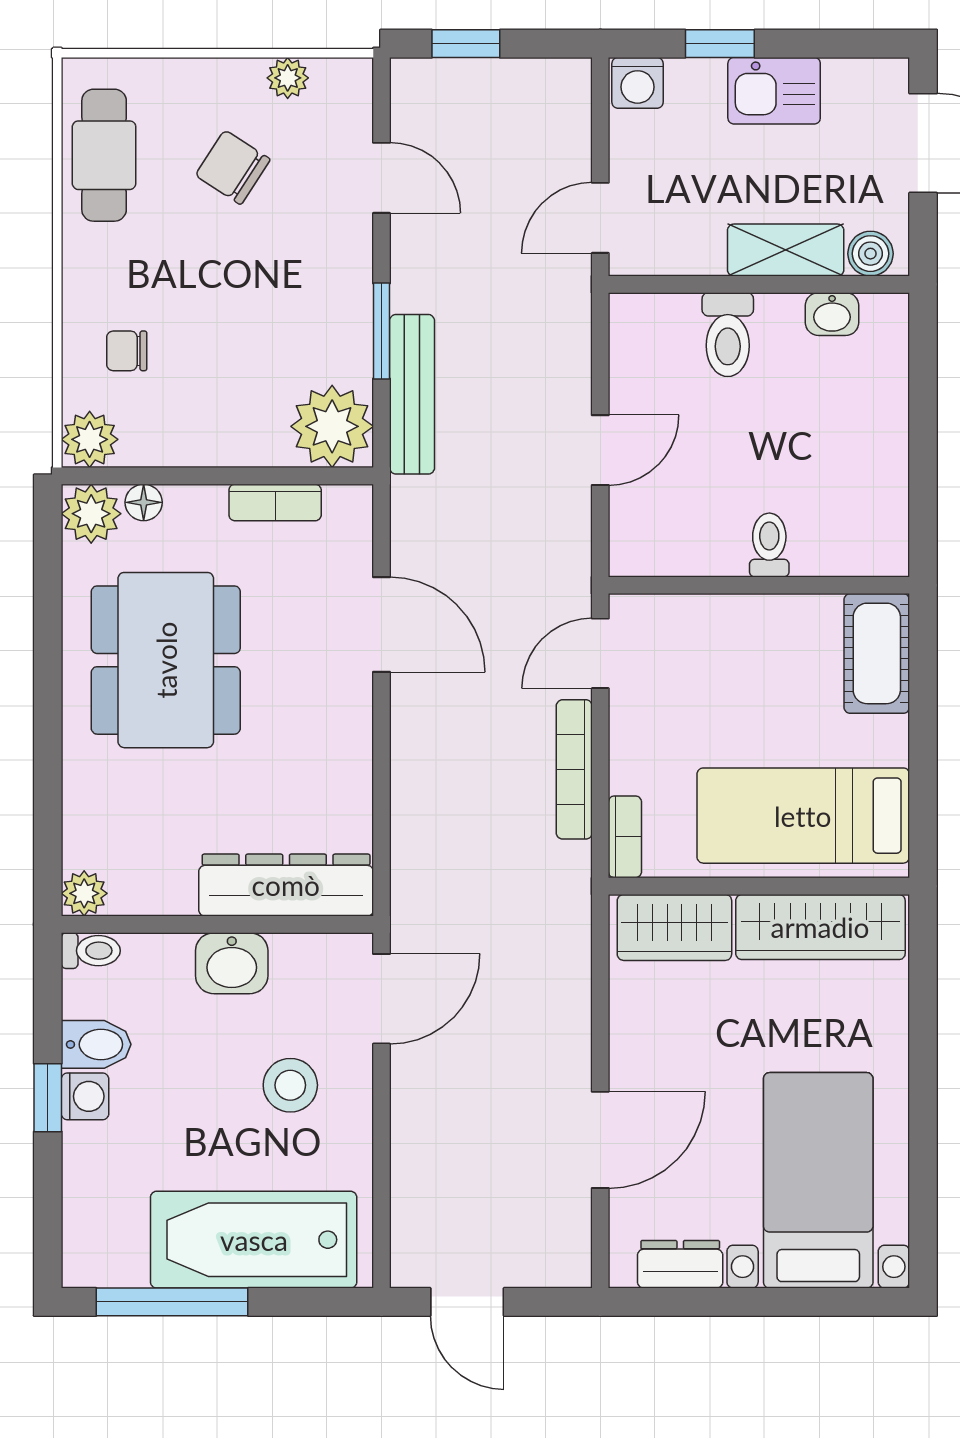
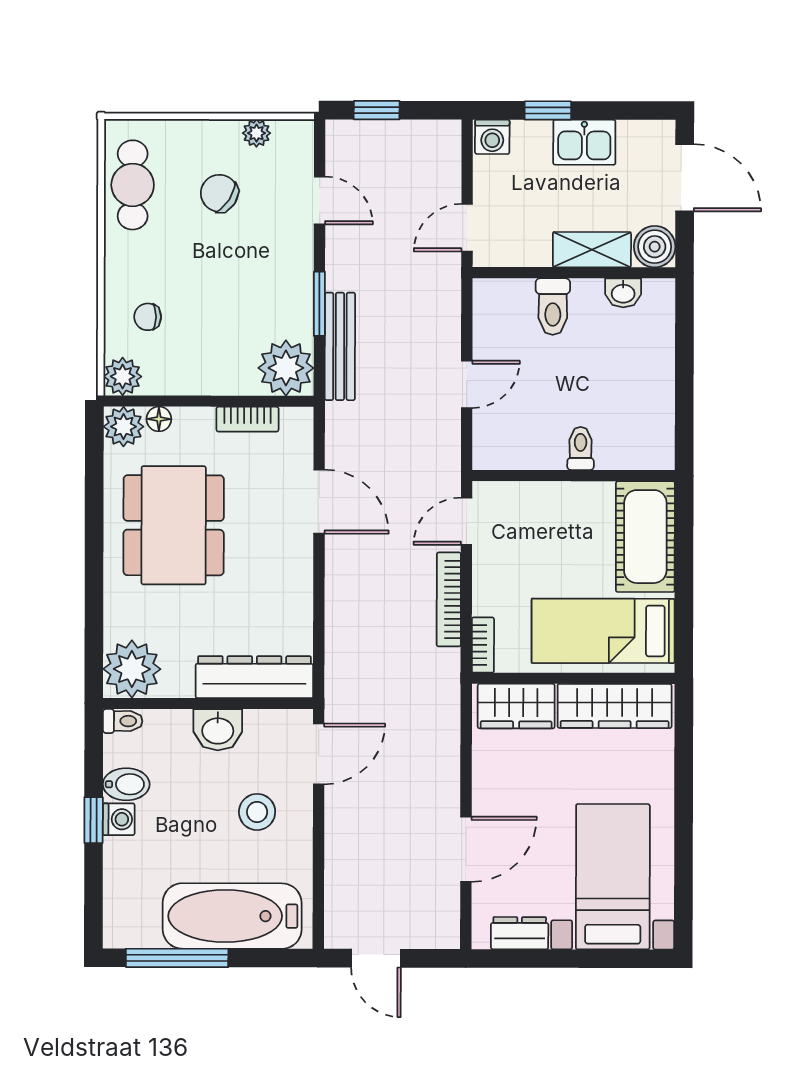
boiler: (871, 254) -> (655, 247), width x1.36, depth x1.36
cot: (877, 653) -> (645, 537), width x1.37, depth x1.34
plant: (84, 893) -> (132, 669), width x1.88, depth x1.88

